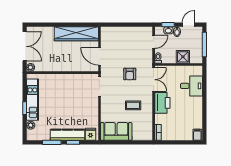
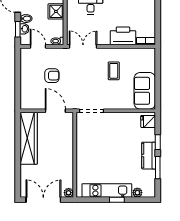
door: (99, 56) -> (55, 111), swing flipped
armchair: (130, 74) -> (52, 76), moved
printer: (162, 103) -> (123, 36), moved
kitchen counter: (68, 135) -> (149, 156), width x0.67

